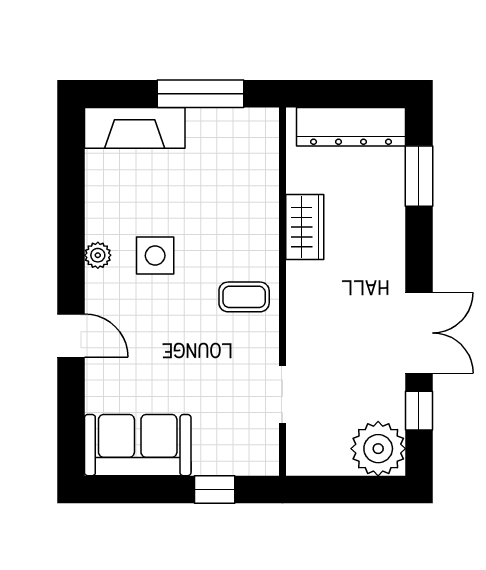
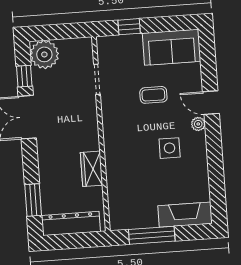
plant: (98, 255) -> (198, 124), moved
coffee table: (244, 297) -> (153, 95), moved

